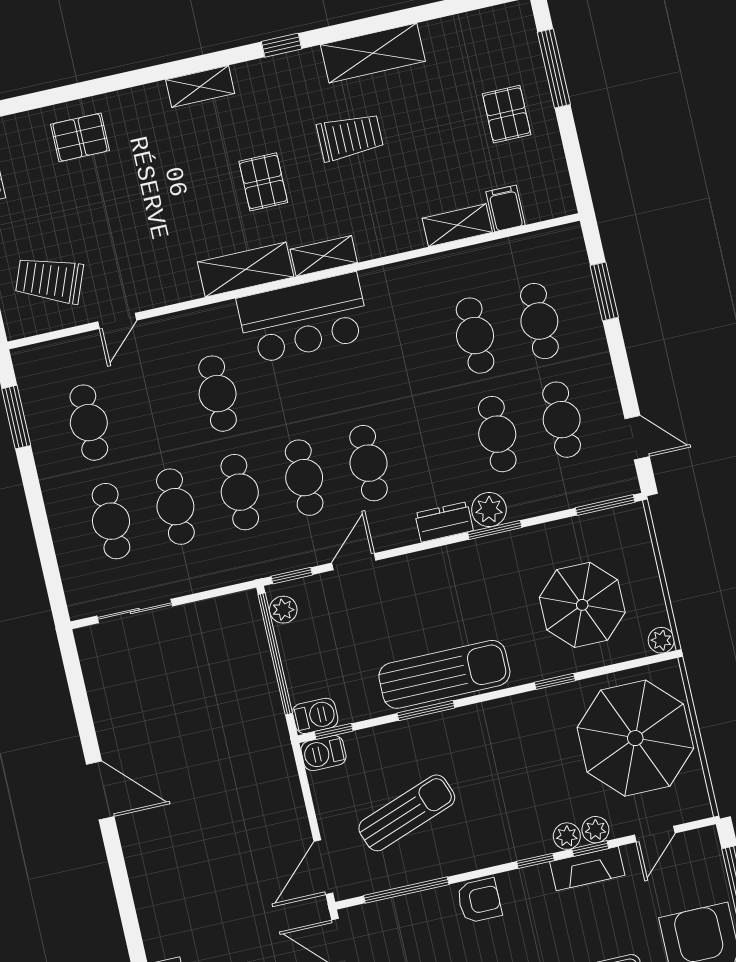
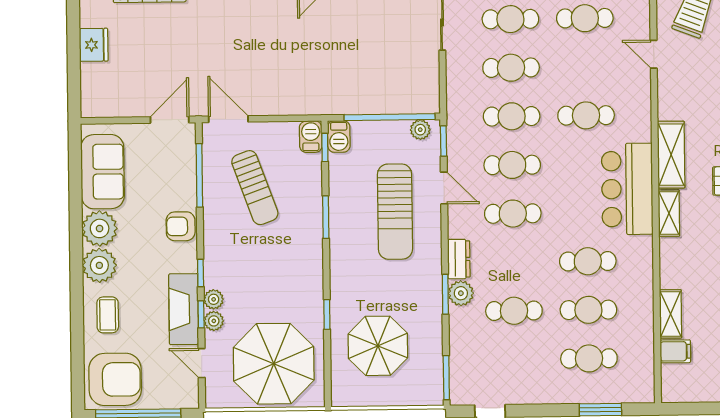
cafe table: (562, 420) -> (588, 261), moved
plant: (661, 640) -> (340, 397), removed
sun lounger: (444, 674) -> (395, 212), moved
fireplace: (587, 869) -> (184, 309), width x1.37, depth x1.32
armchair: (479, 901) -> (181, 226), turned 90

